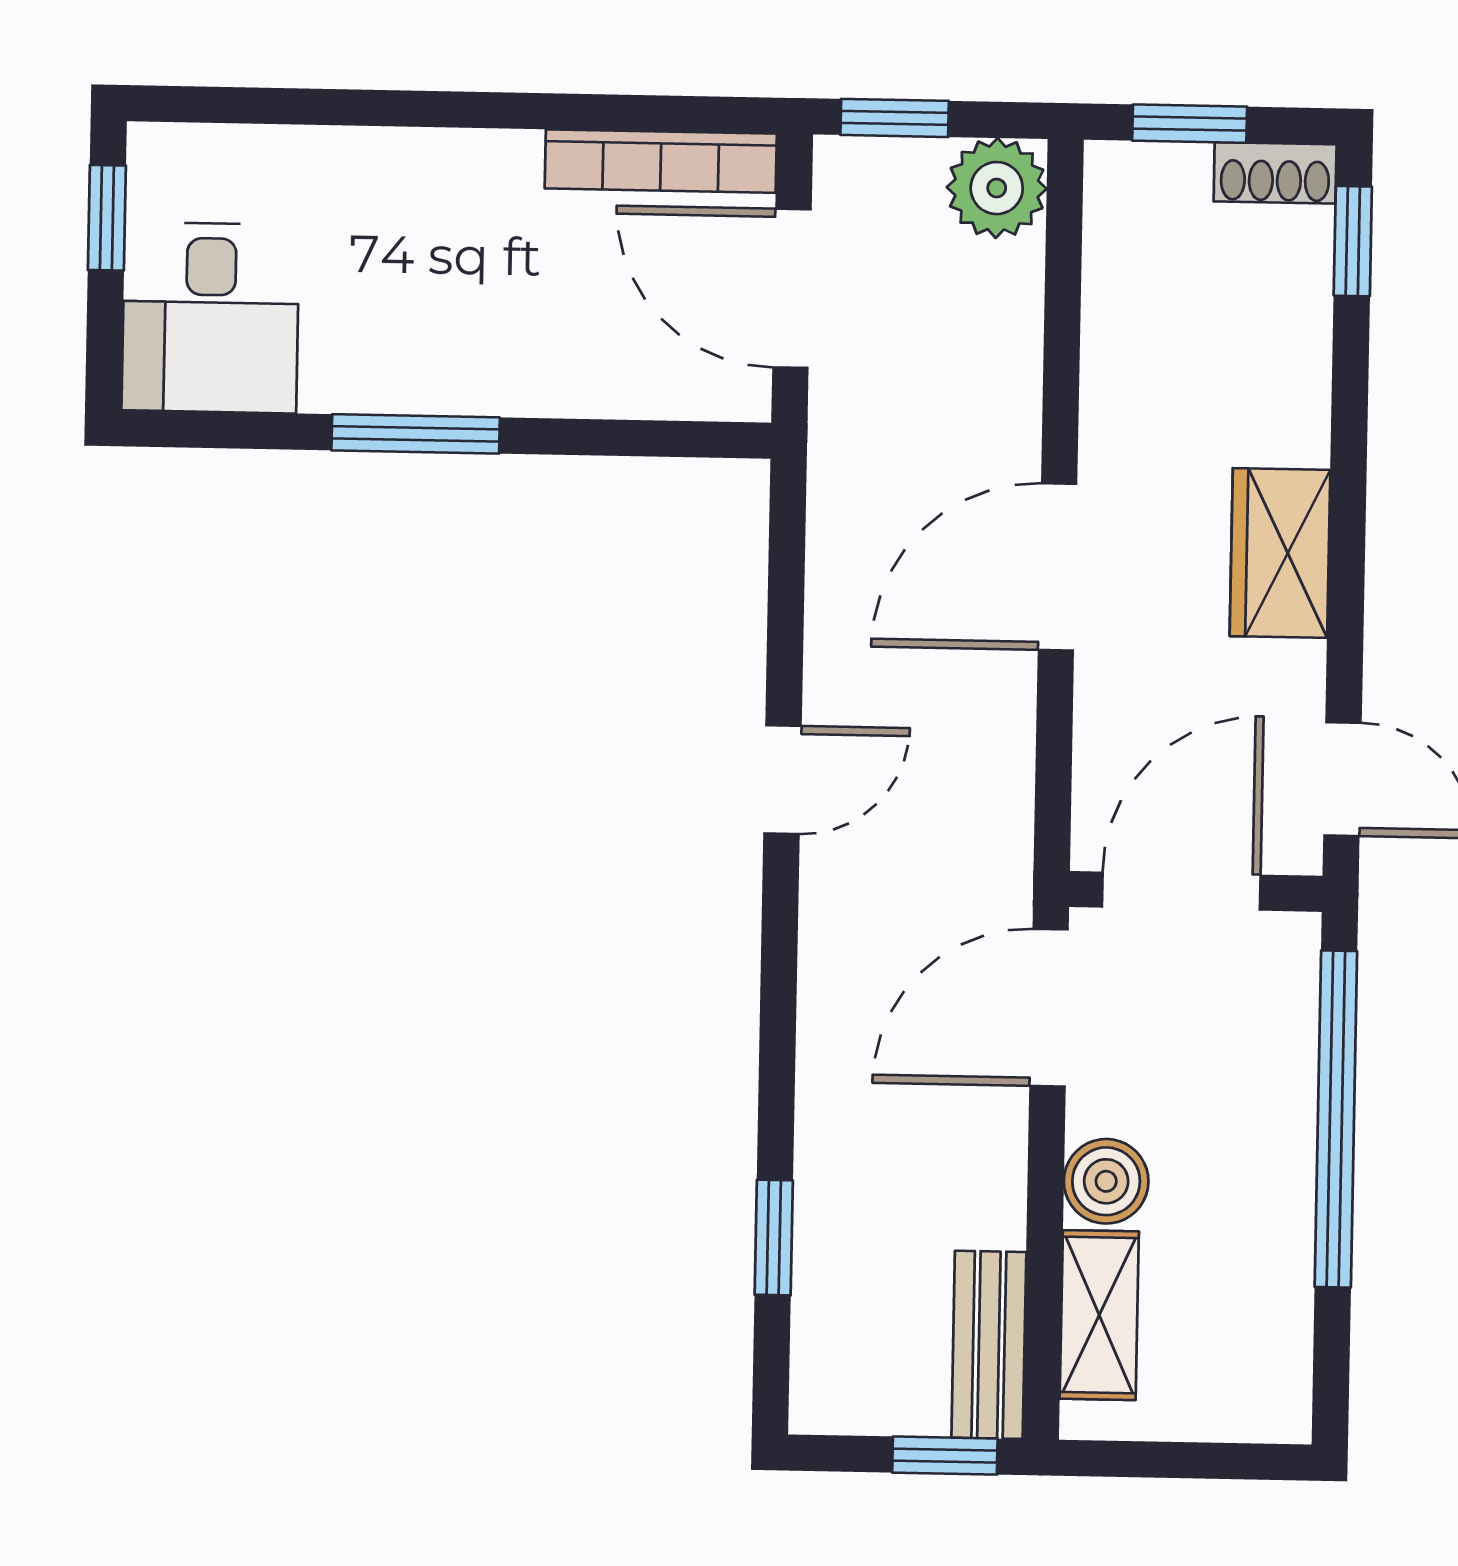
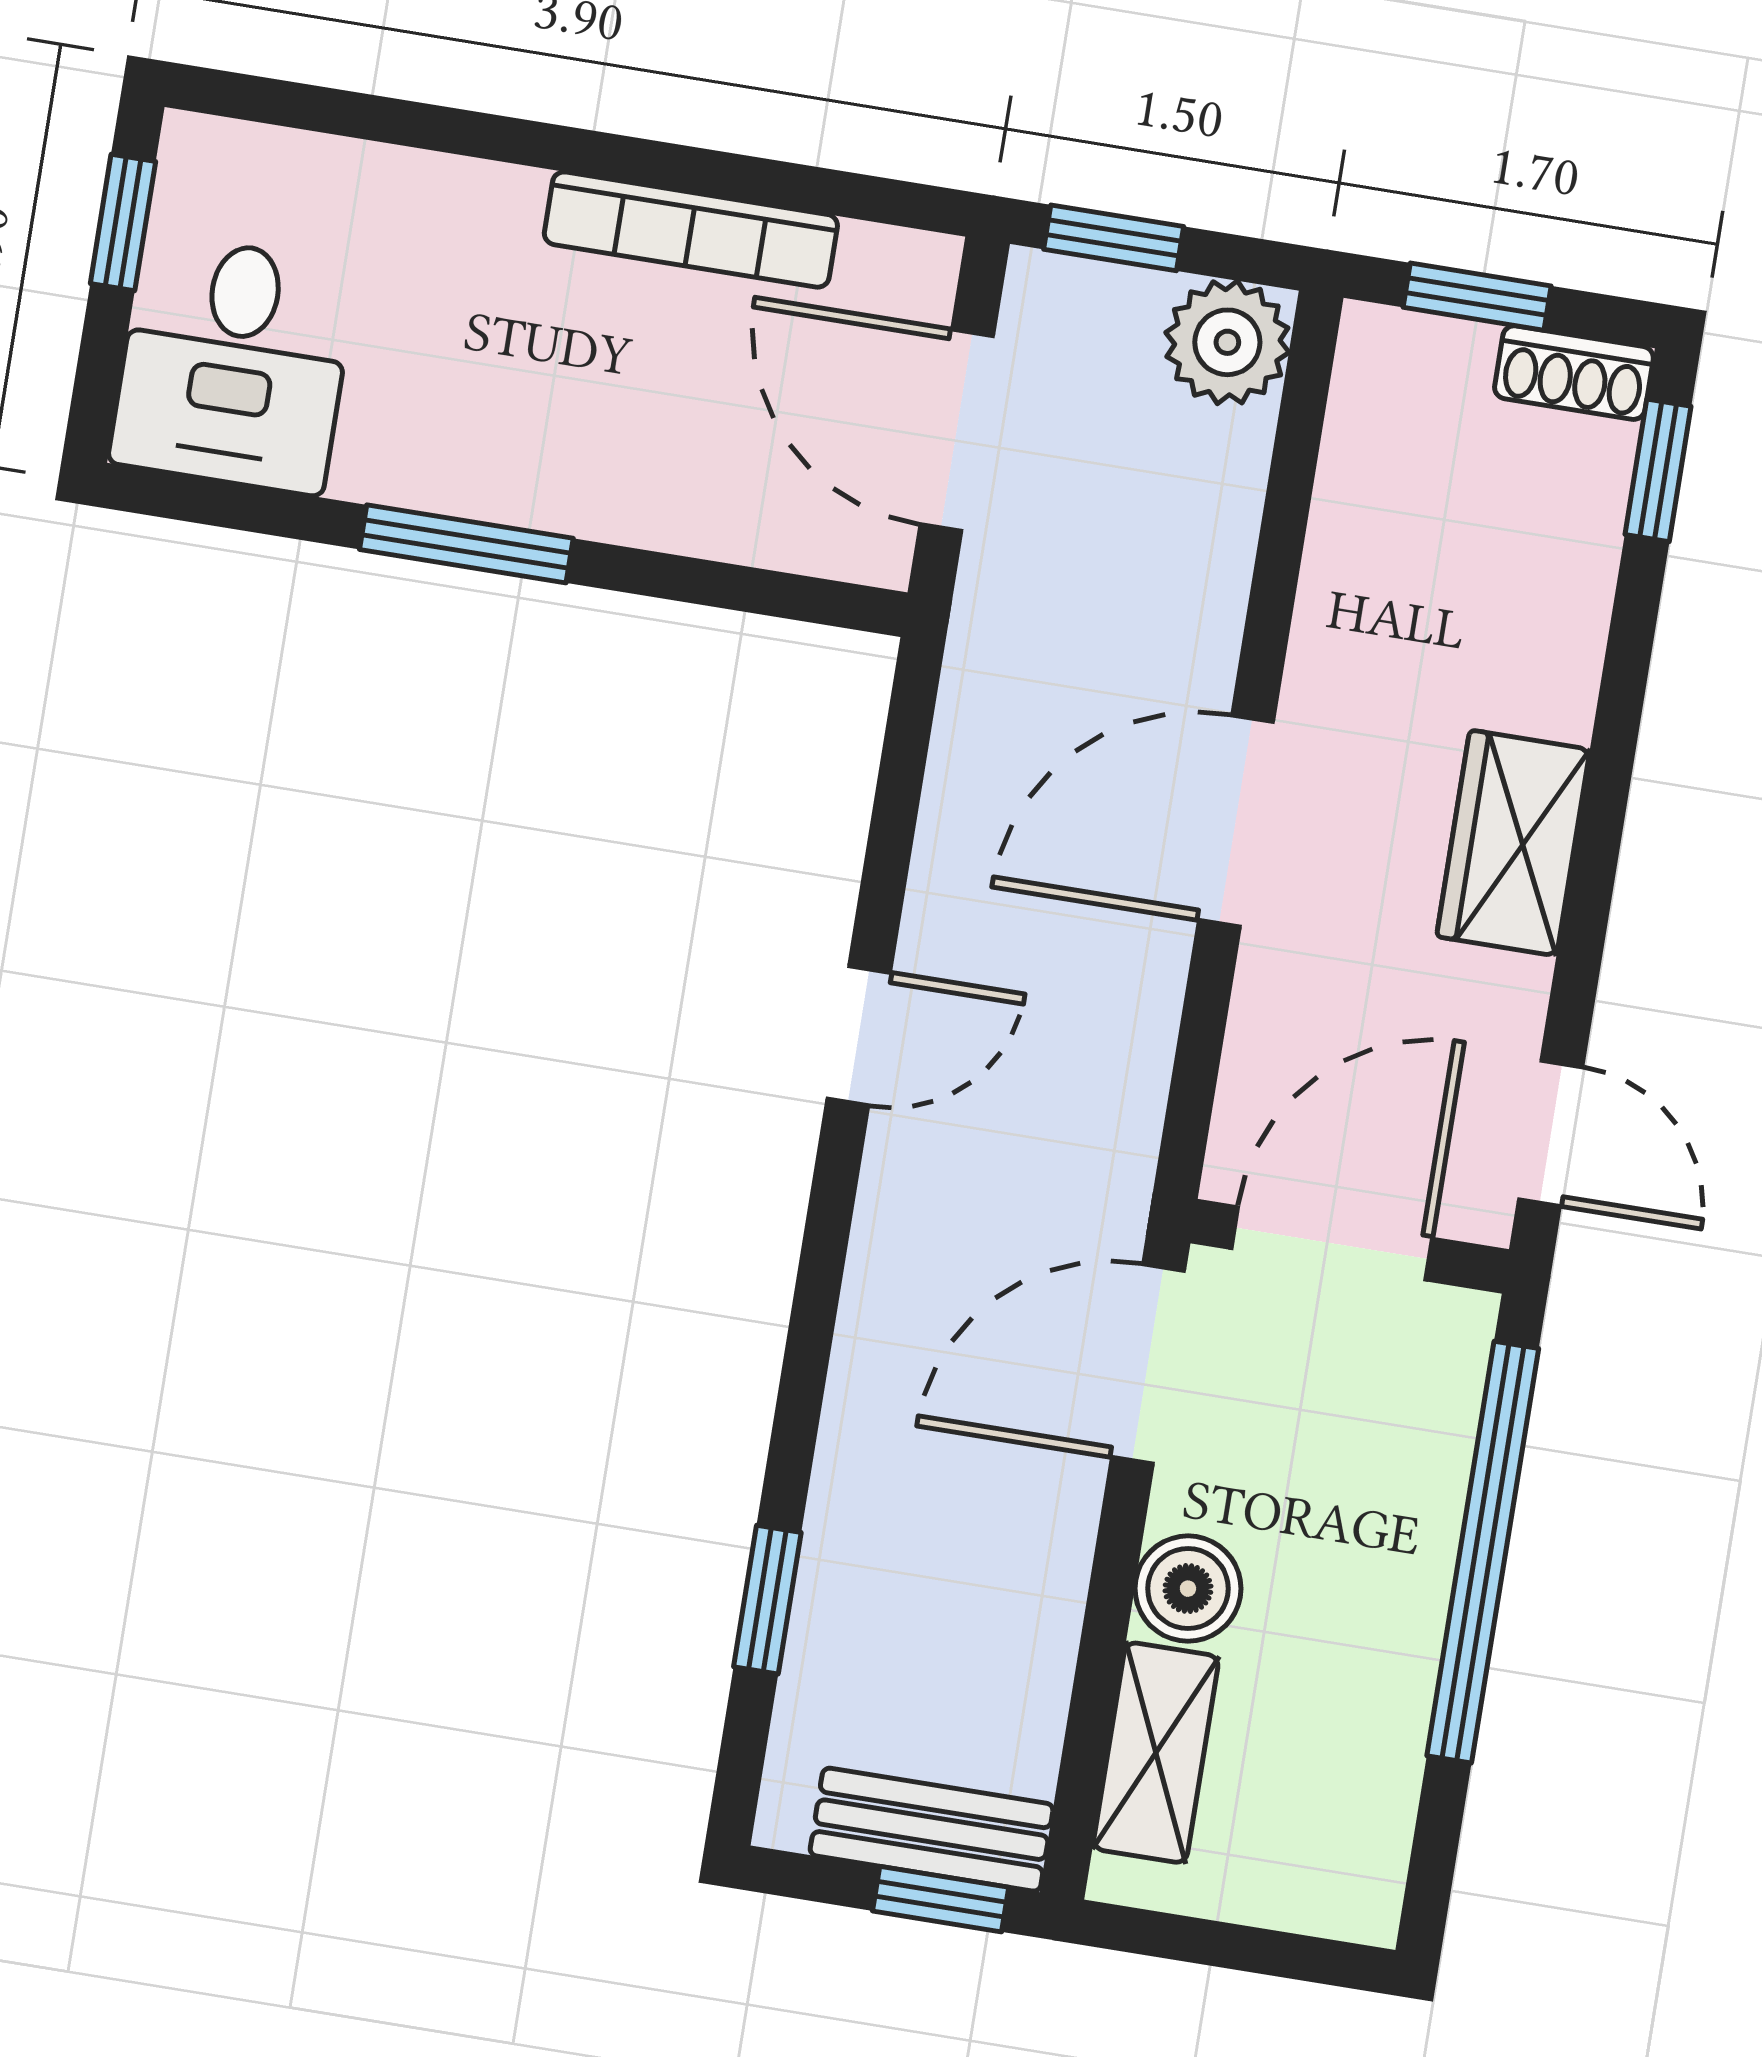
bookcase: (661, 161) -> (691, 230), moved
bench: (989, 1345) -> (932, 1830), moved, turned 90

